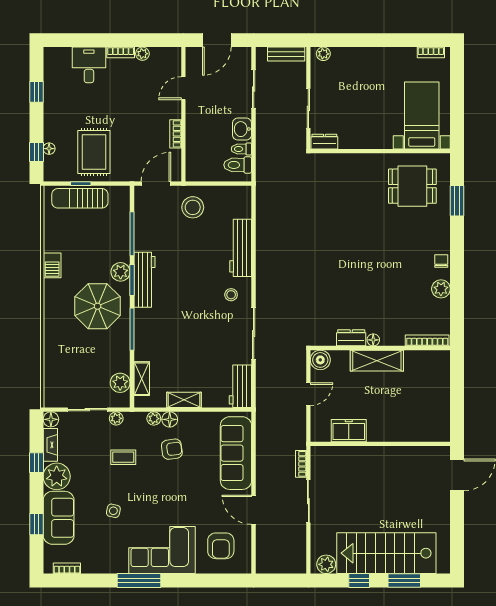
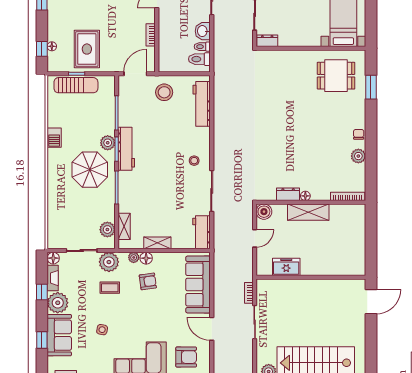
sun lounger: (80, 198) -> (76, 85), turned 180
workbench: (241, 248) -> (202, 104), moved
plant: (116, 418) -> (109, 262), width x1.88, depth x1.88
armchair: (221, 546) -> (186, 357), turned -90

